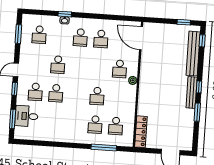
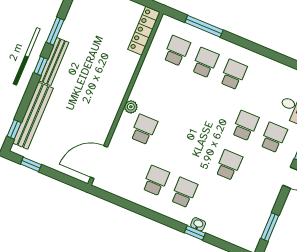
school desk: (39, 35) -> (241, 216), removed
door: (141, 38) -> (99, 162), swing flipped
school desk: (97, 96) -> (233, 74), moved

